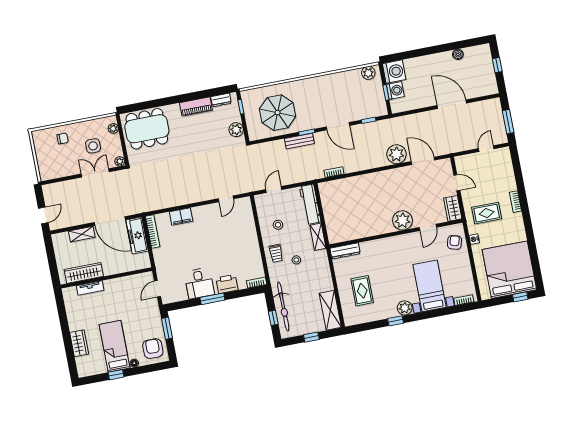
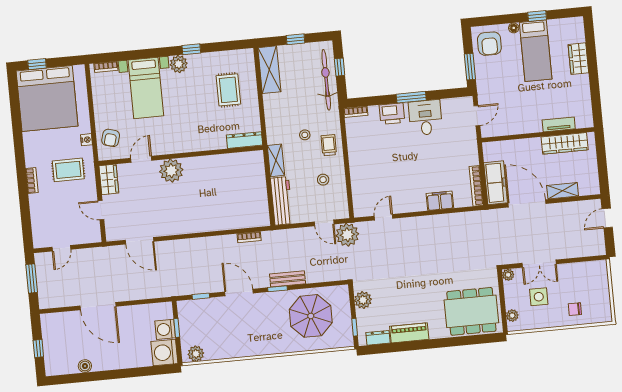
plant: (396, 154) -> (347, 235), moved
door: (274, 190) -> (324, 223), hinge flipped

